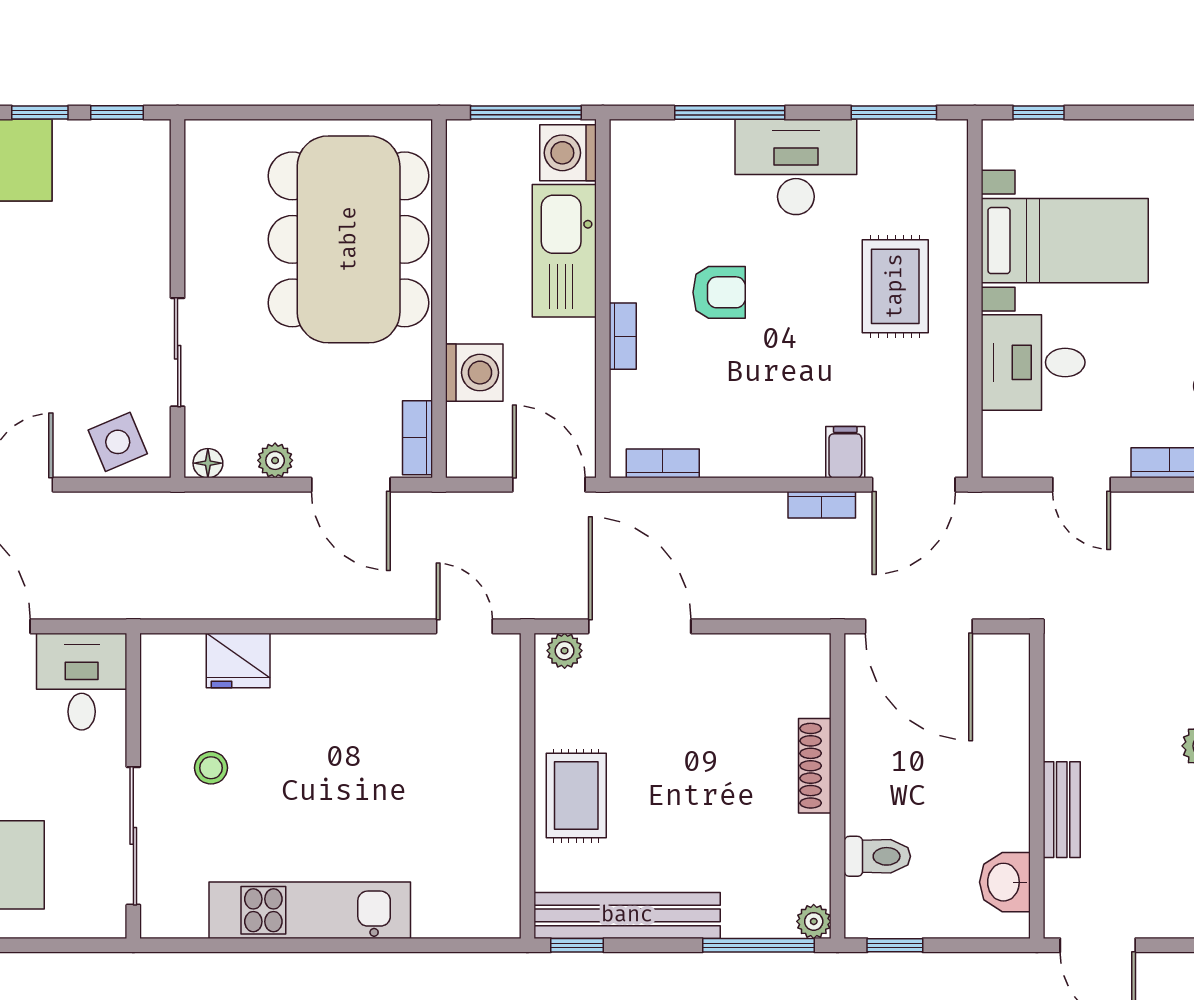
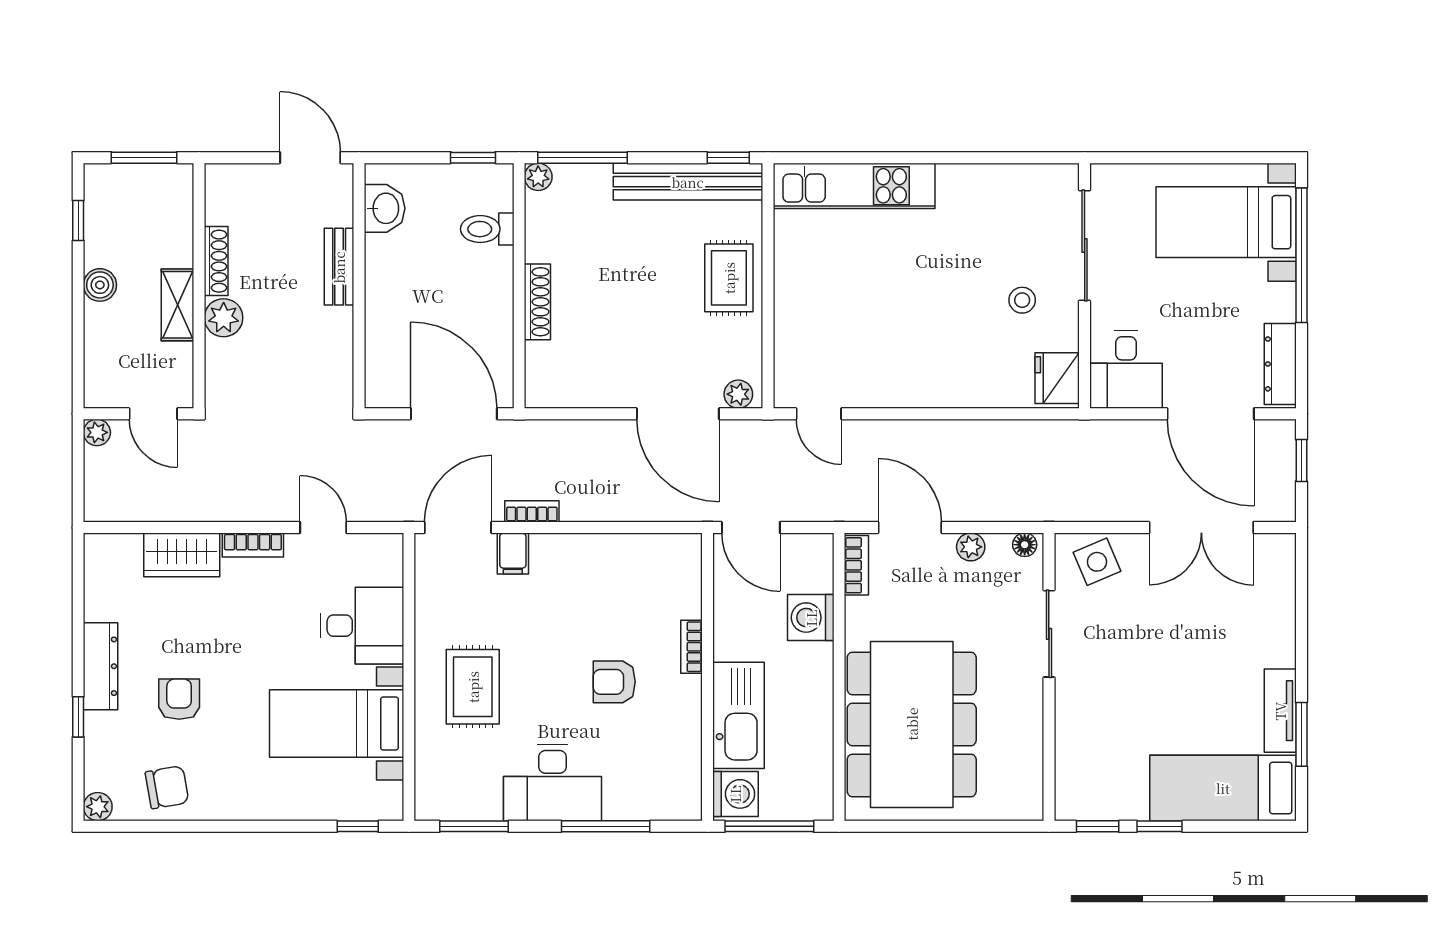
bookcase: (663, 463) -> (659, 545), removed
fridge: (238, 660) -> (1057, 378), moved, turned -90
kitchen unit: (310, 910) -> (854, 186), moved

